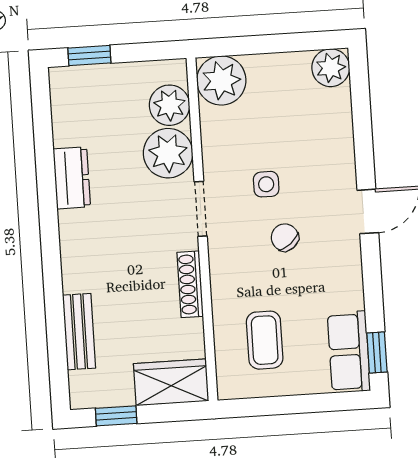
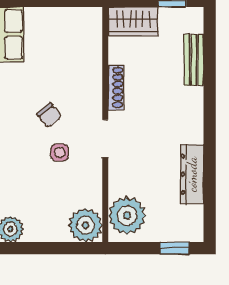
plant: (170, 105) -> (127, 216), width x1.36, depth x1.36
plant: (168, 153) -> (125, 178), removed
dresser: (72, 178) -> (192, 174), width x1.44
coffee table: (265, 340) -> (67, 46), removed

